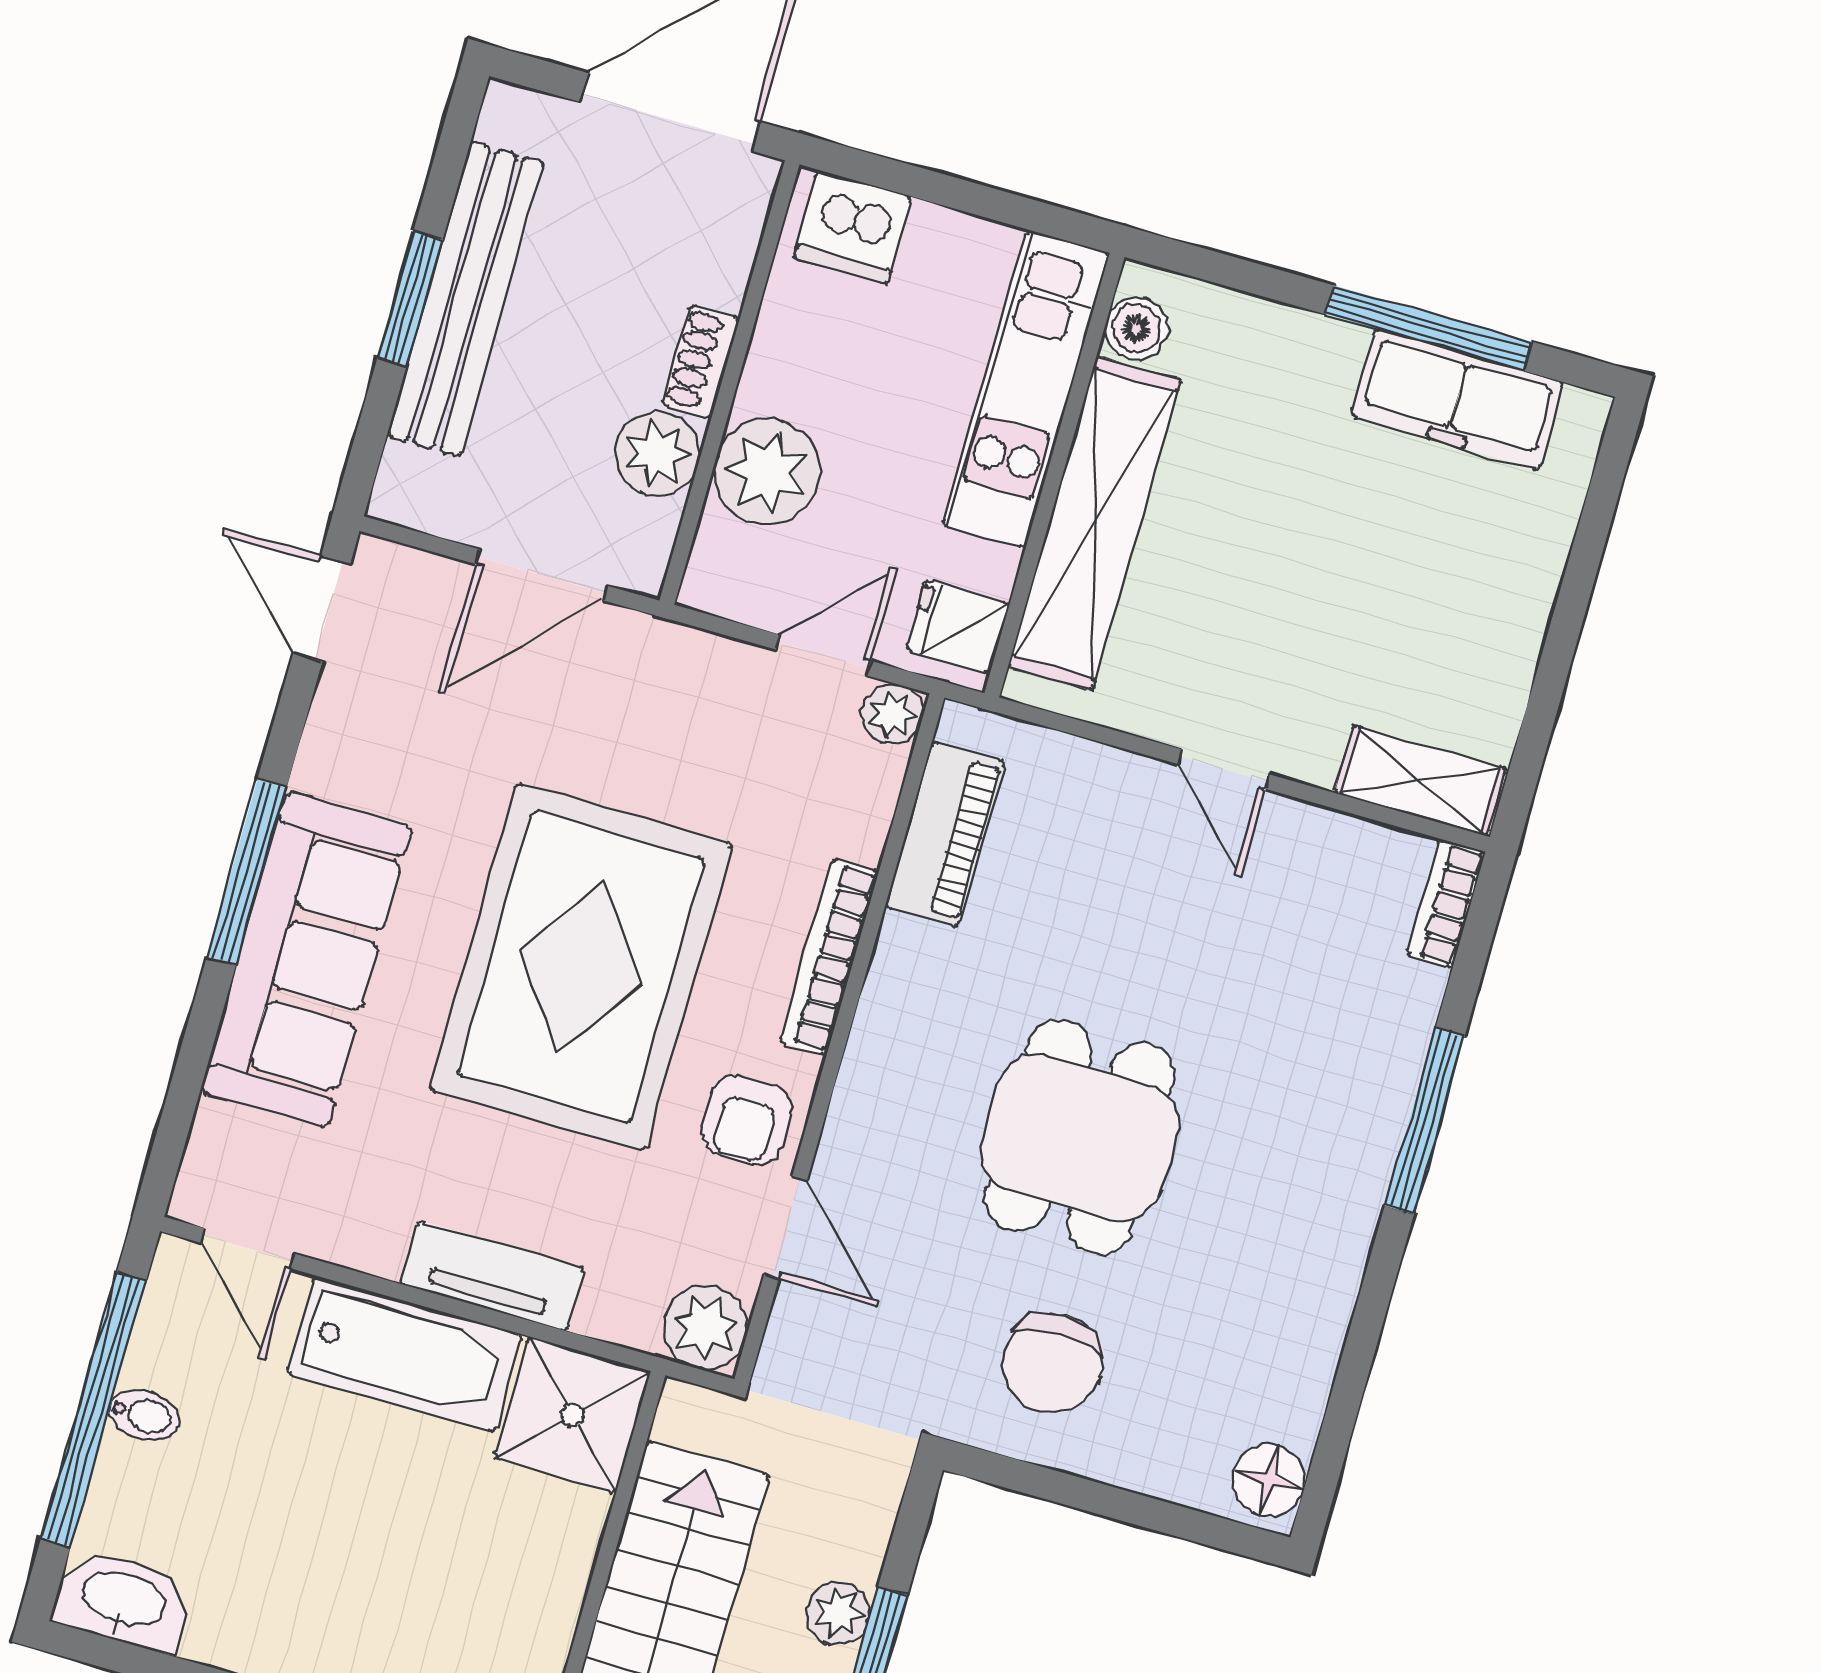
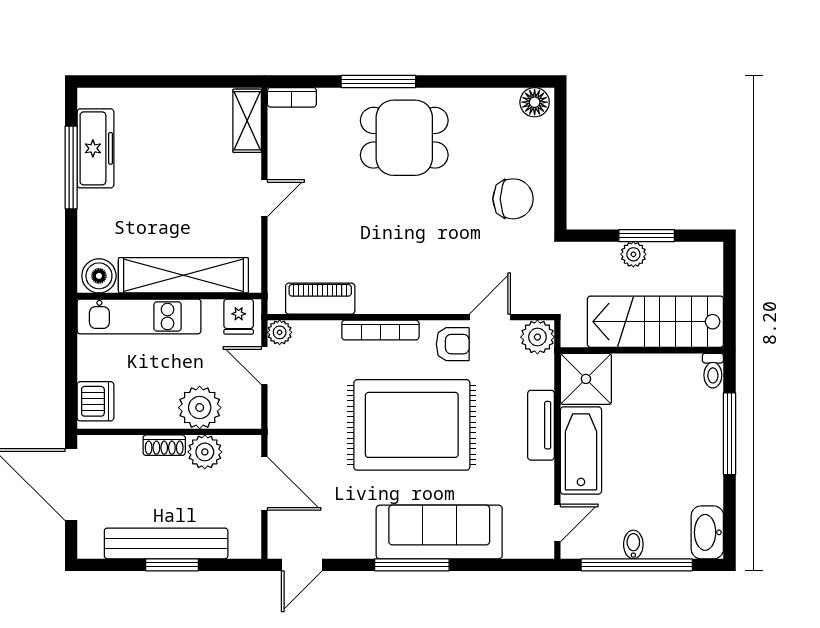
boiler: (1136, 329) -> (99, 276), width x1.36, depth x1.36
dining table: (1080, 1137) -> (404, 138), moved

